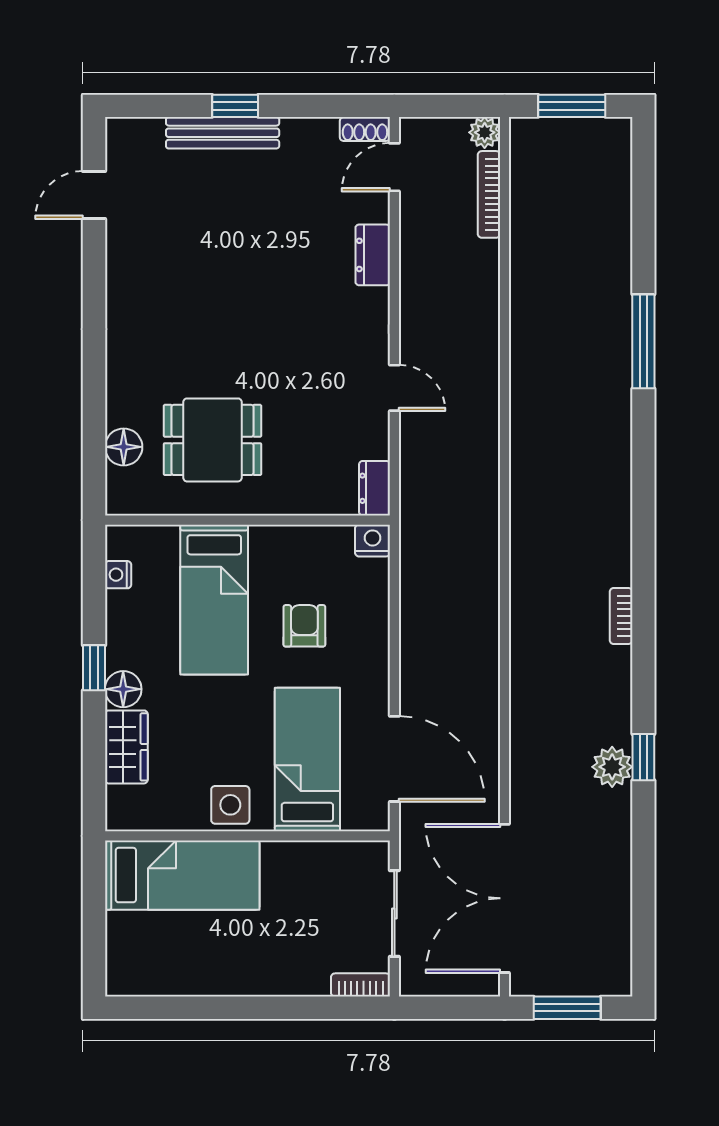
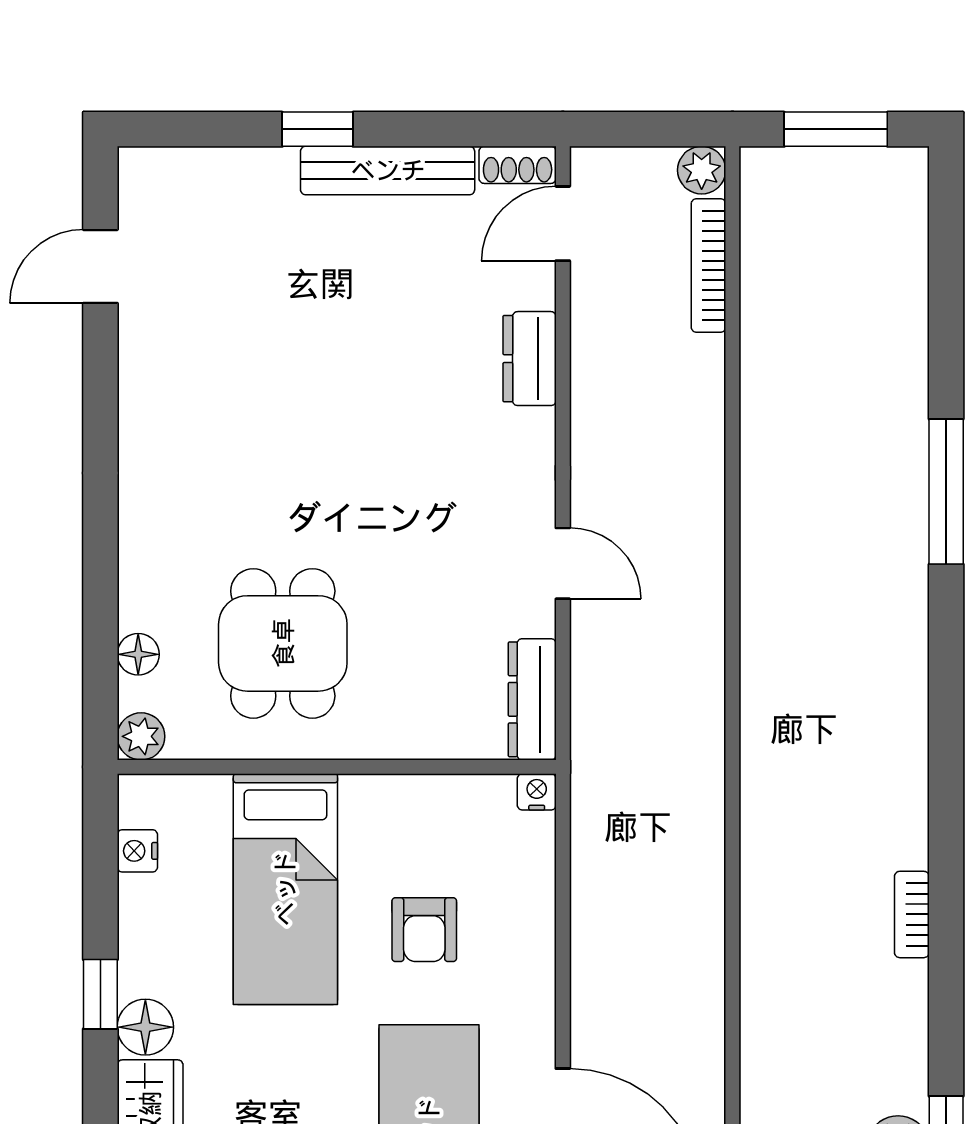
bench: (223, 133) -> (388, 170), moved
dining table: (212, 440) -> (283, 643), turned 90
floor lamp: (124, 447) -> (138, 654), width x0.73, depth x0.73
dresser: (375, 488) -> (532, 699), width x1.44
plant: (120, 500) -> (141, 736), added
nightstand: (373, 541) -> (537, 792), width x0.72, depth x0.74
armchair: (304, 626) -> (424, 930), turned 180

